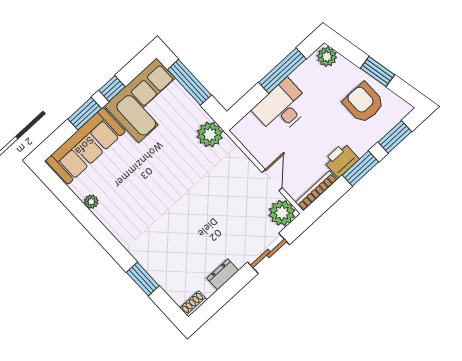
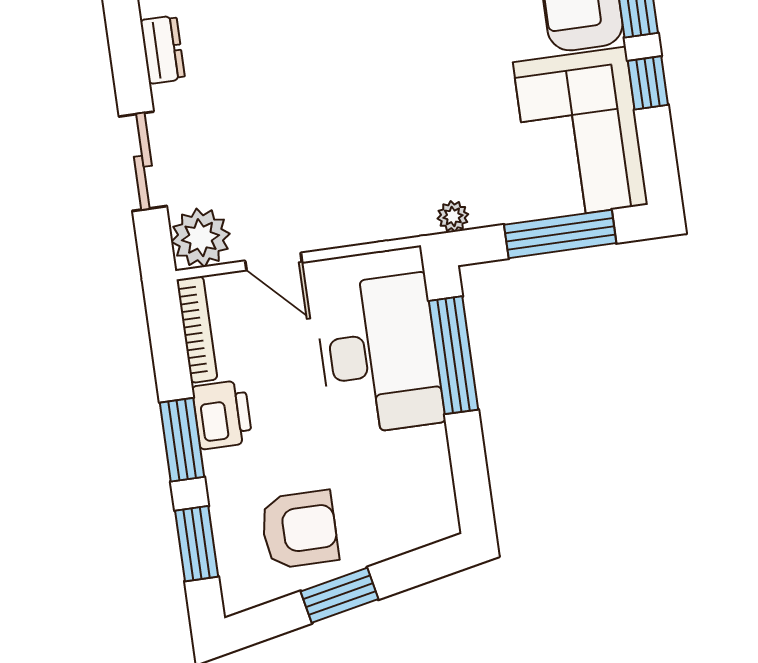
plant: (327, 57) -> (432, 521), removed
window: (282, 71) -> (454, 355), moved
desk: (282, 108) -> (379, 354), width x1.36, depth x1.30
plant: (210, 135) -> (453, 216), width x0.53, depth x0.53

